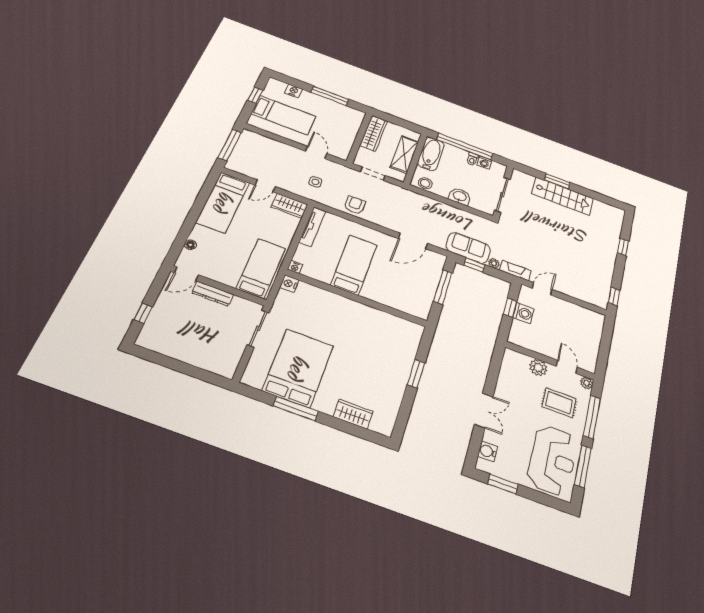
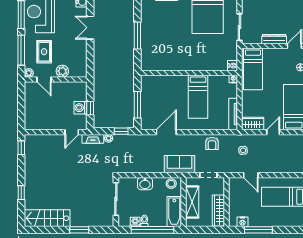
nightstand: (293, 91) -> (242, 222), moved
stairs: (563, 196) -> (47, 218), moved
sofa: (468, 248) -> (180, 164), moved, turned 180
window: (416, 374) -> (137, 36), width x1.44
rug: (559, 403) -> (44, 52), turned 90

